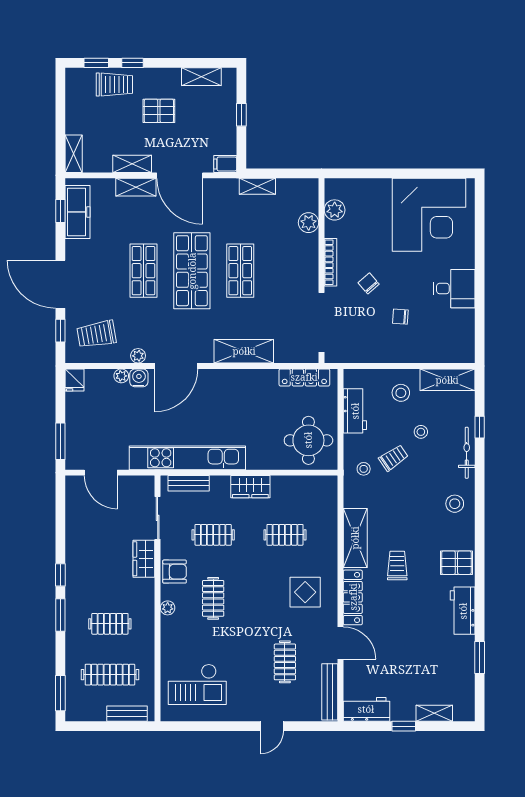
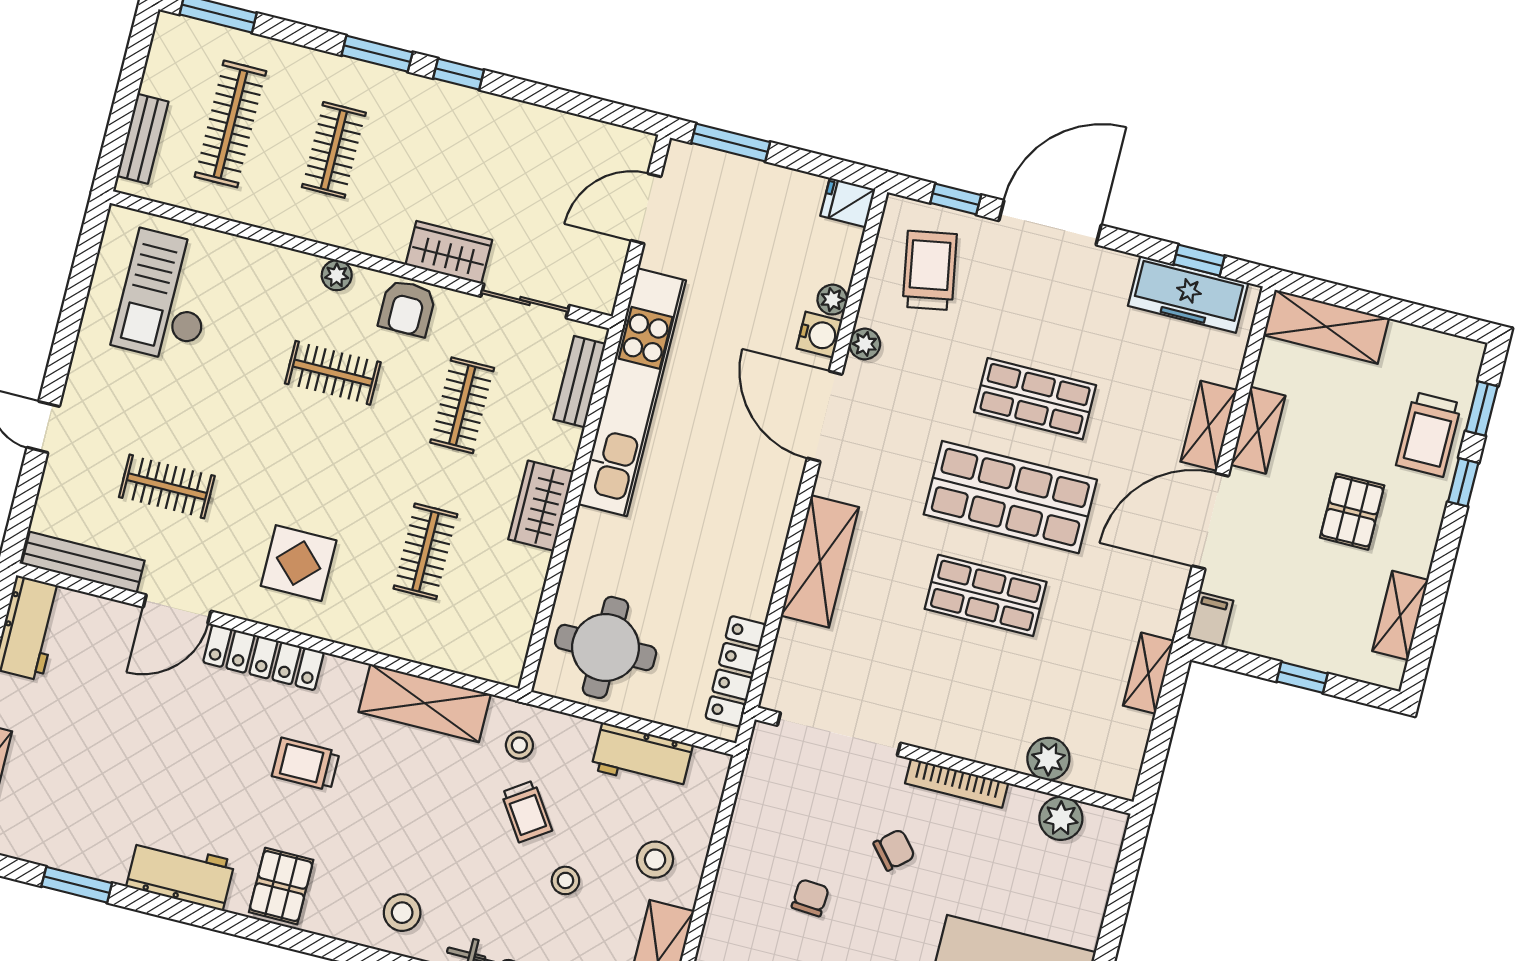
shelving: (74, 154) -> (1326, 327), width x1.50, depth x1.33
shelving: (355, 538) -> (425, 703), moved
trolley: (397, 565) -> (306, 764), turned 180

